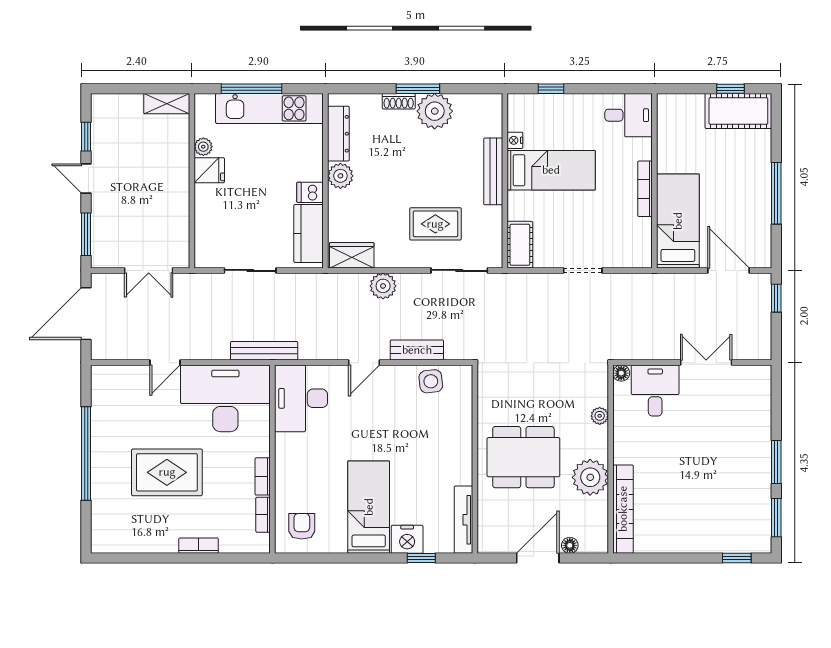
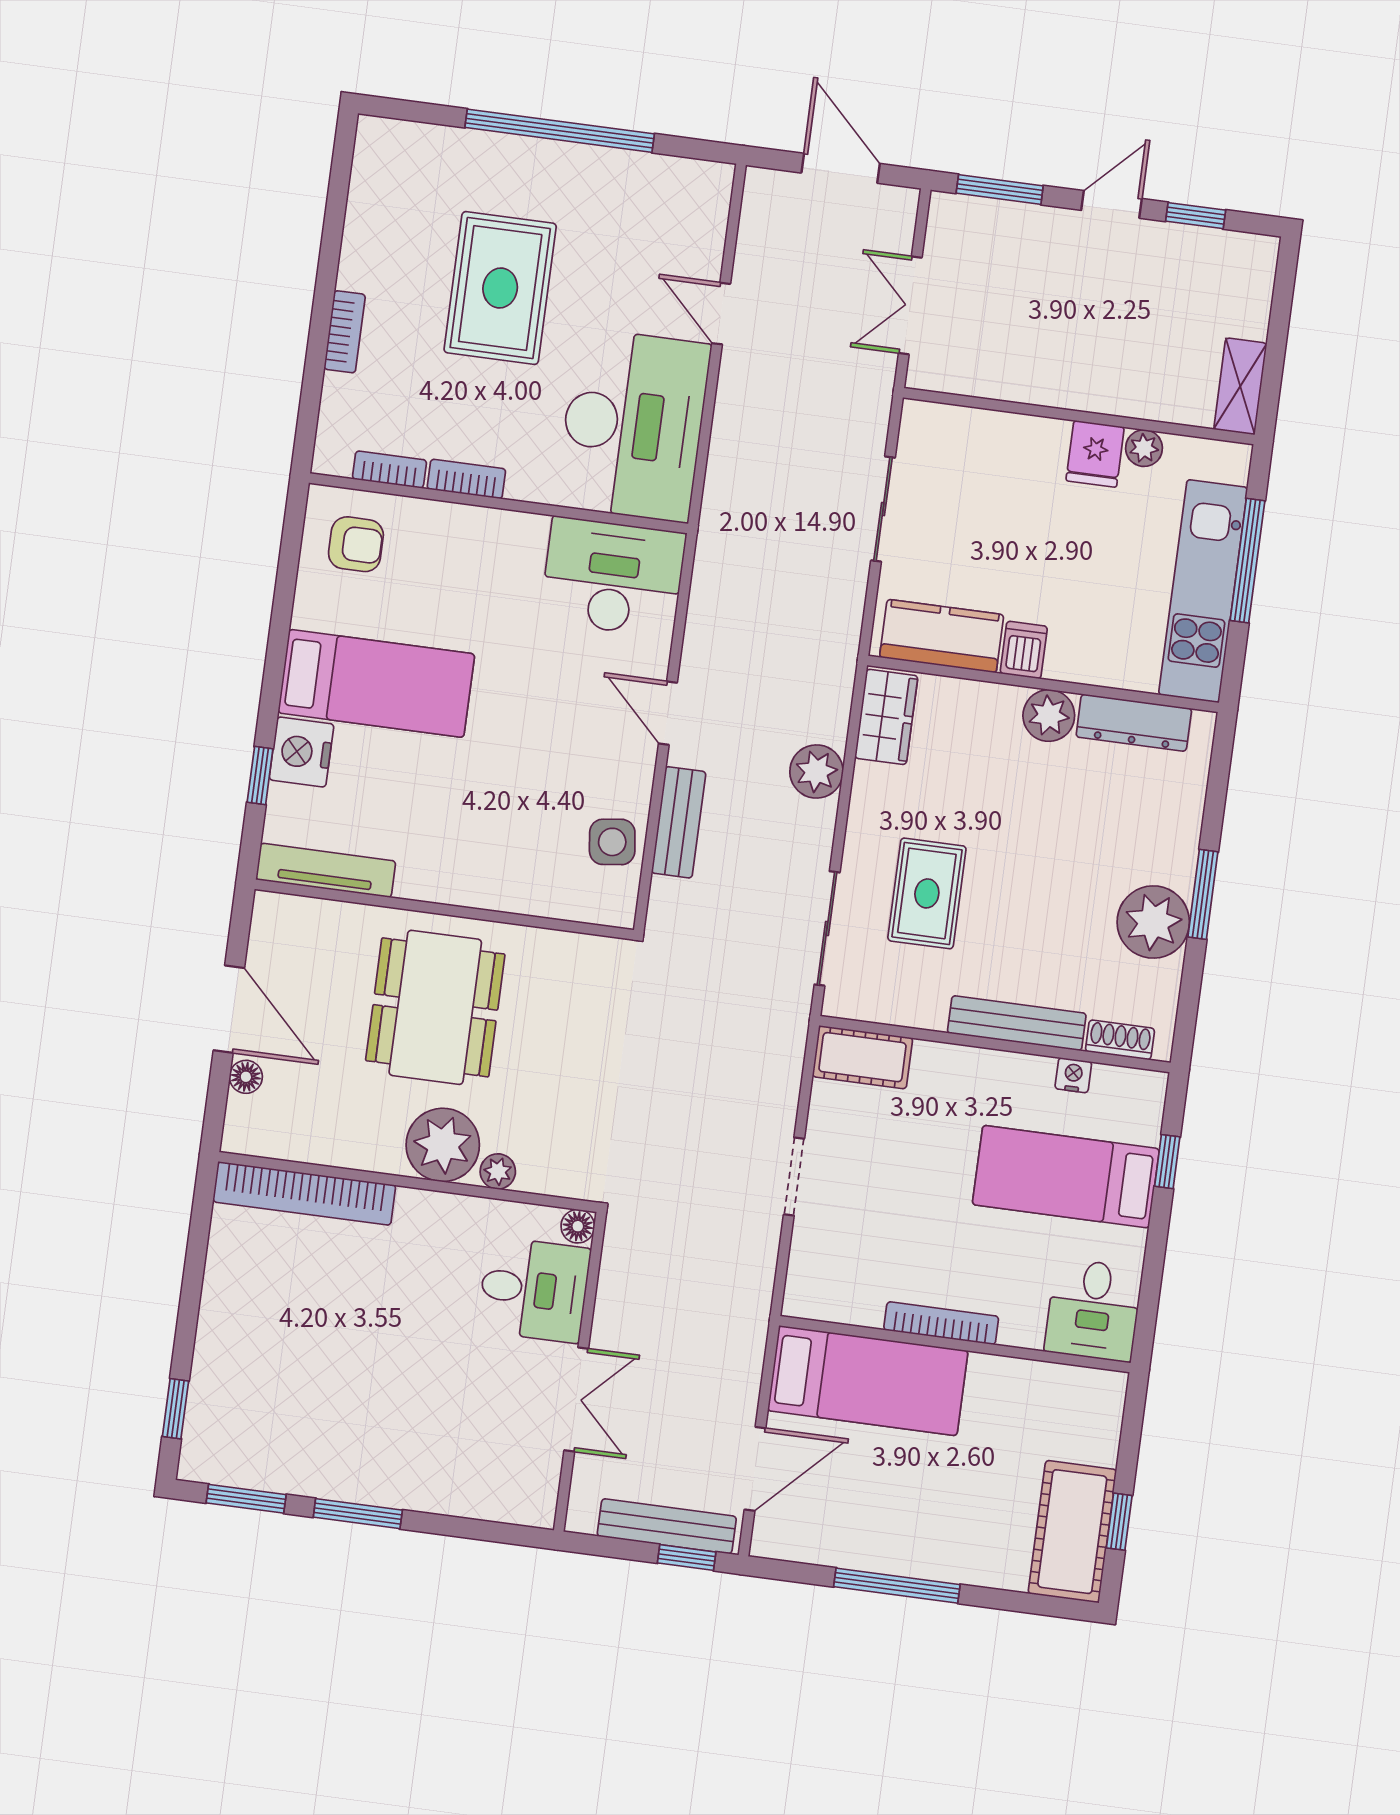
shoe rack: (399, 101) -> (1120, 1040), moved, turned 90
bed: (551, 170) -> (1066, 1177), moved, turned 90
door: (86, 314) -> (841, 168), width x0.73
bench: (264, 351) -> (667, 1526), moved, turned 90
plant: (590, 477) -> (443, 1145), moved

